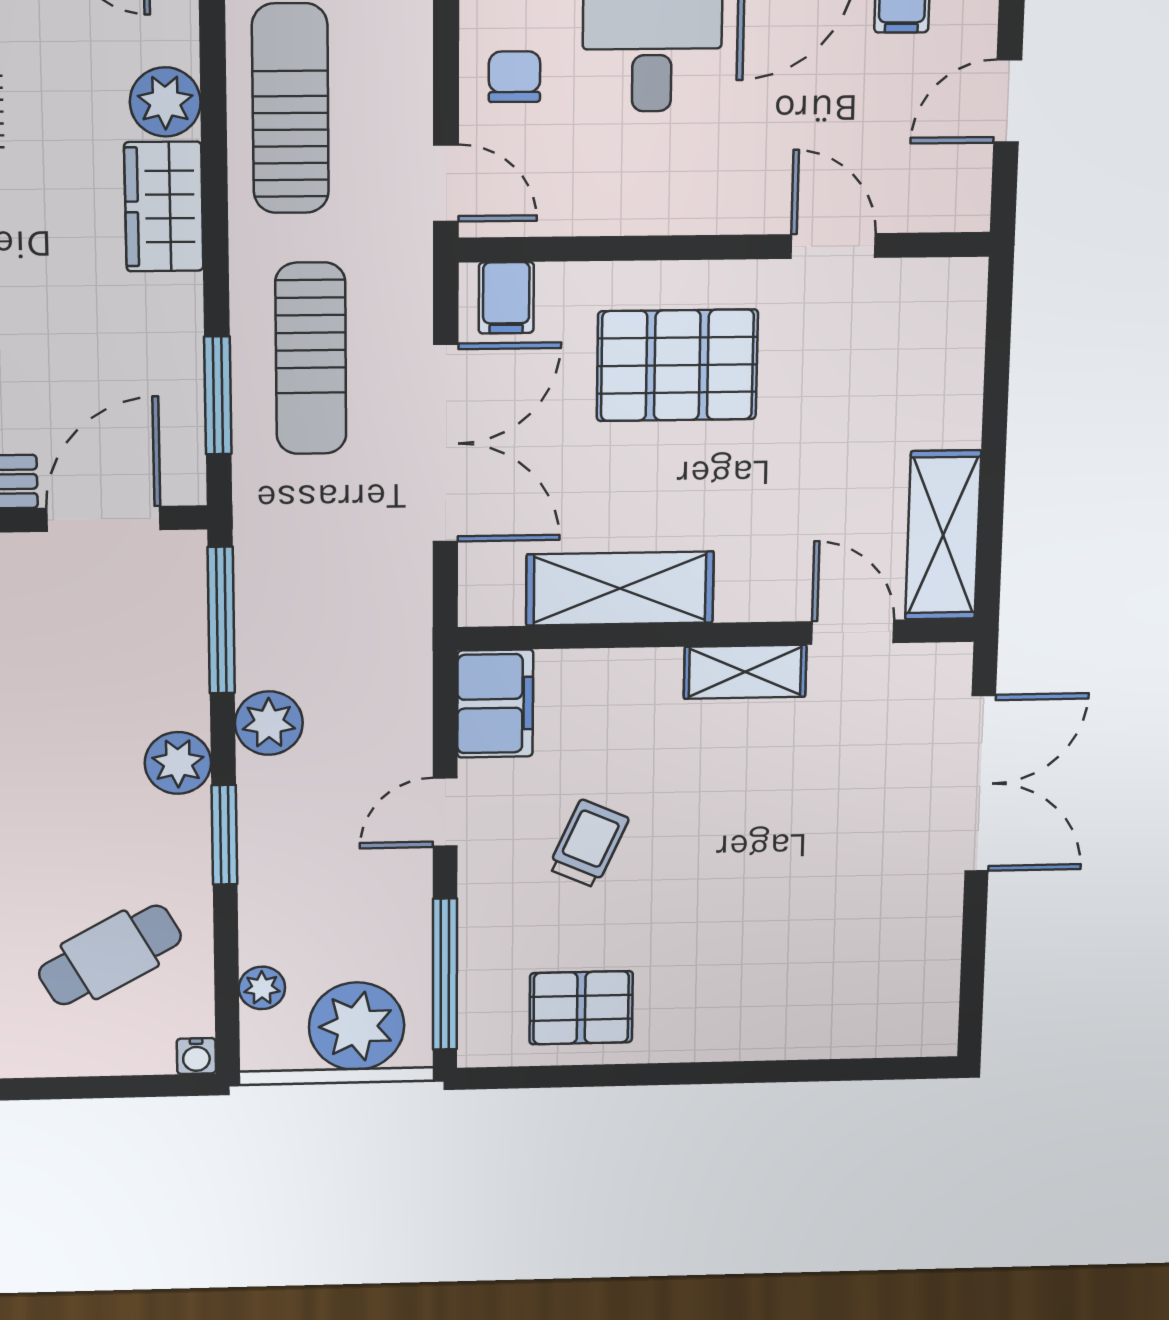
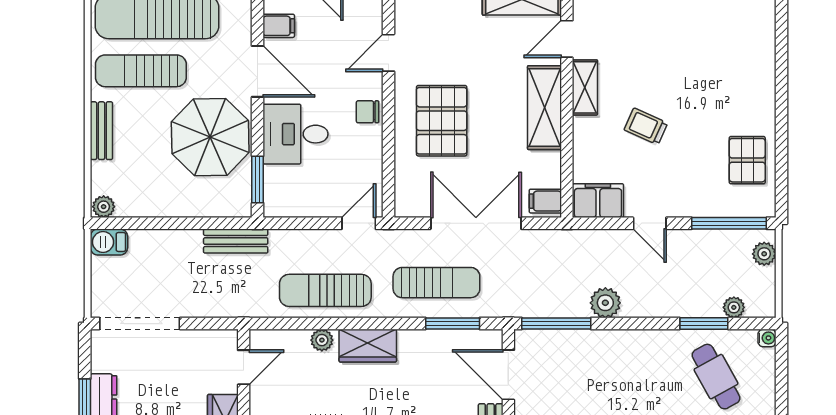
chair: (514, 77) -> (368, 112), moved
plant: (165, 102) -> (322, 340), width x0.73, depth x0.73
filing cabinet: (506, 298) -> (545, 201), moved, turned 180
shelving: (620, 589) -> (544, 108), moved
plant: (178, 763) -> (624, 344), removed
window: (224, 835) -> (704, 324), moved
trolley: (588, 844) -> (646, 126), moved
plant: (357, 1026) -> (764, 254), width x0.53, depth x0.53

